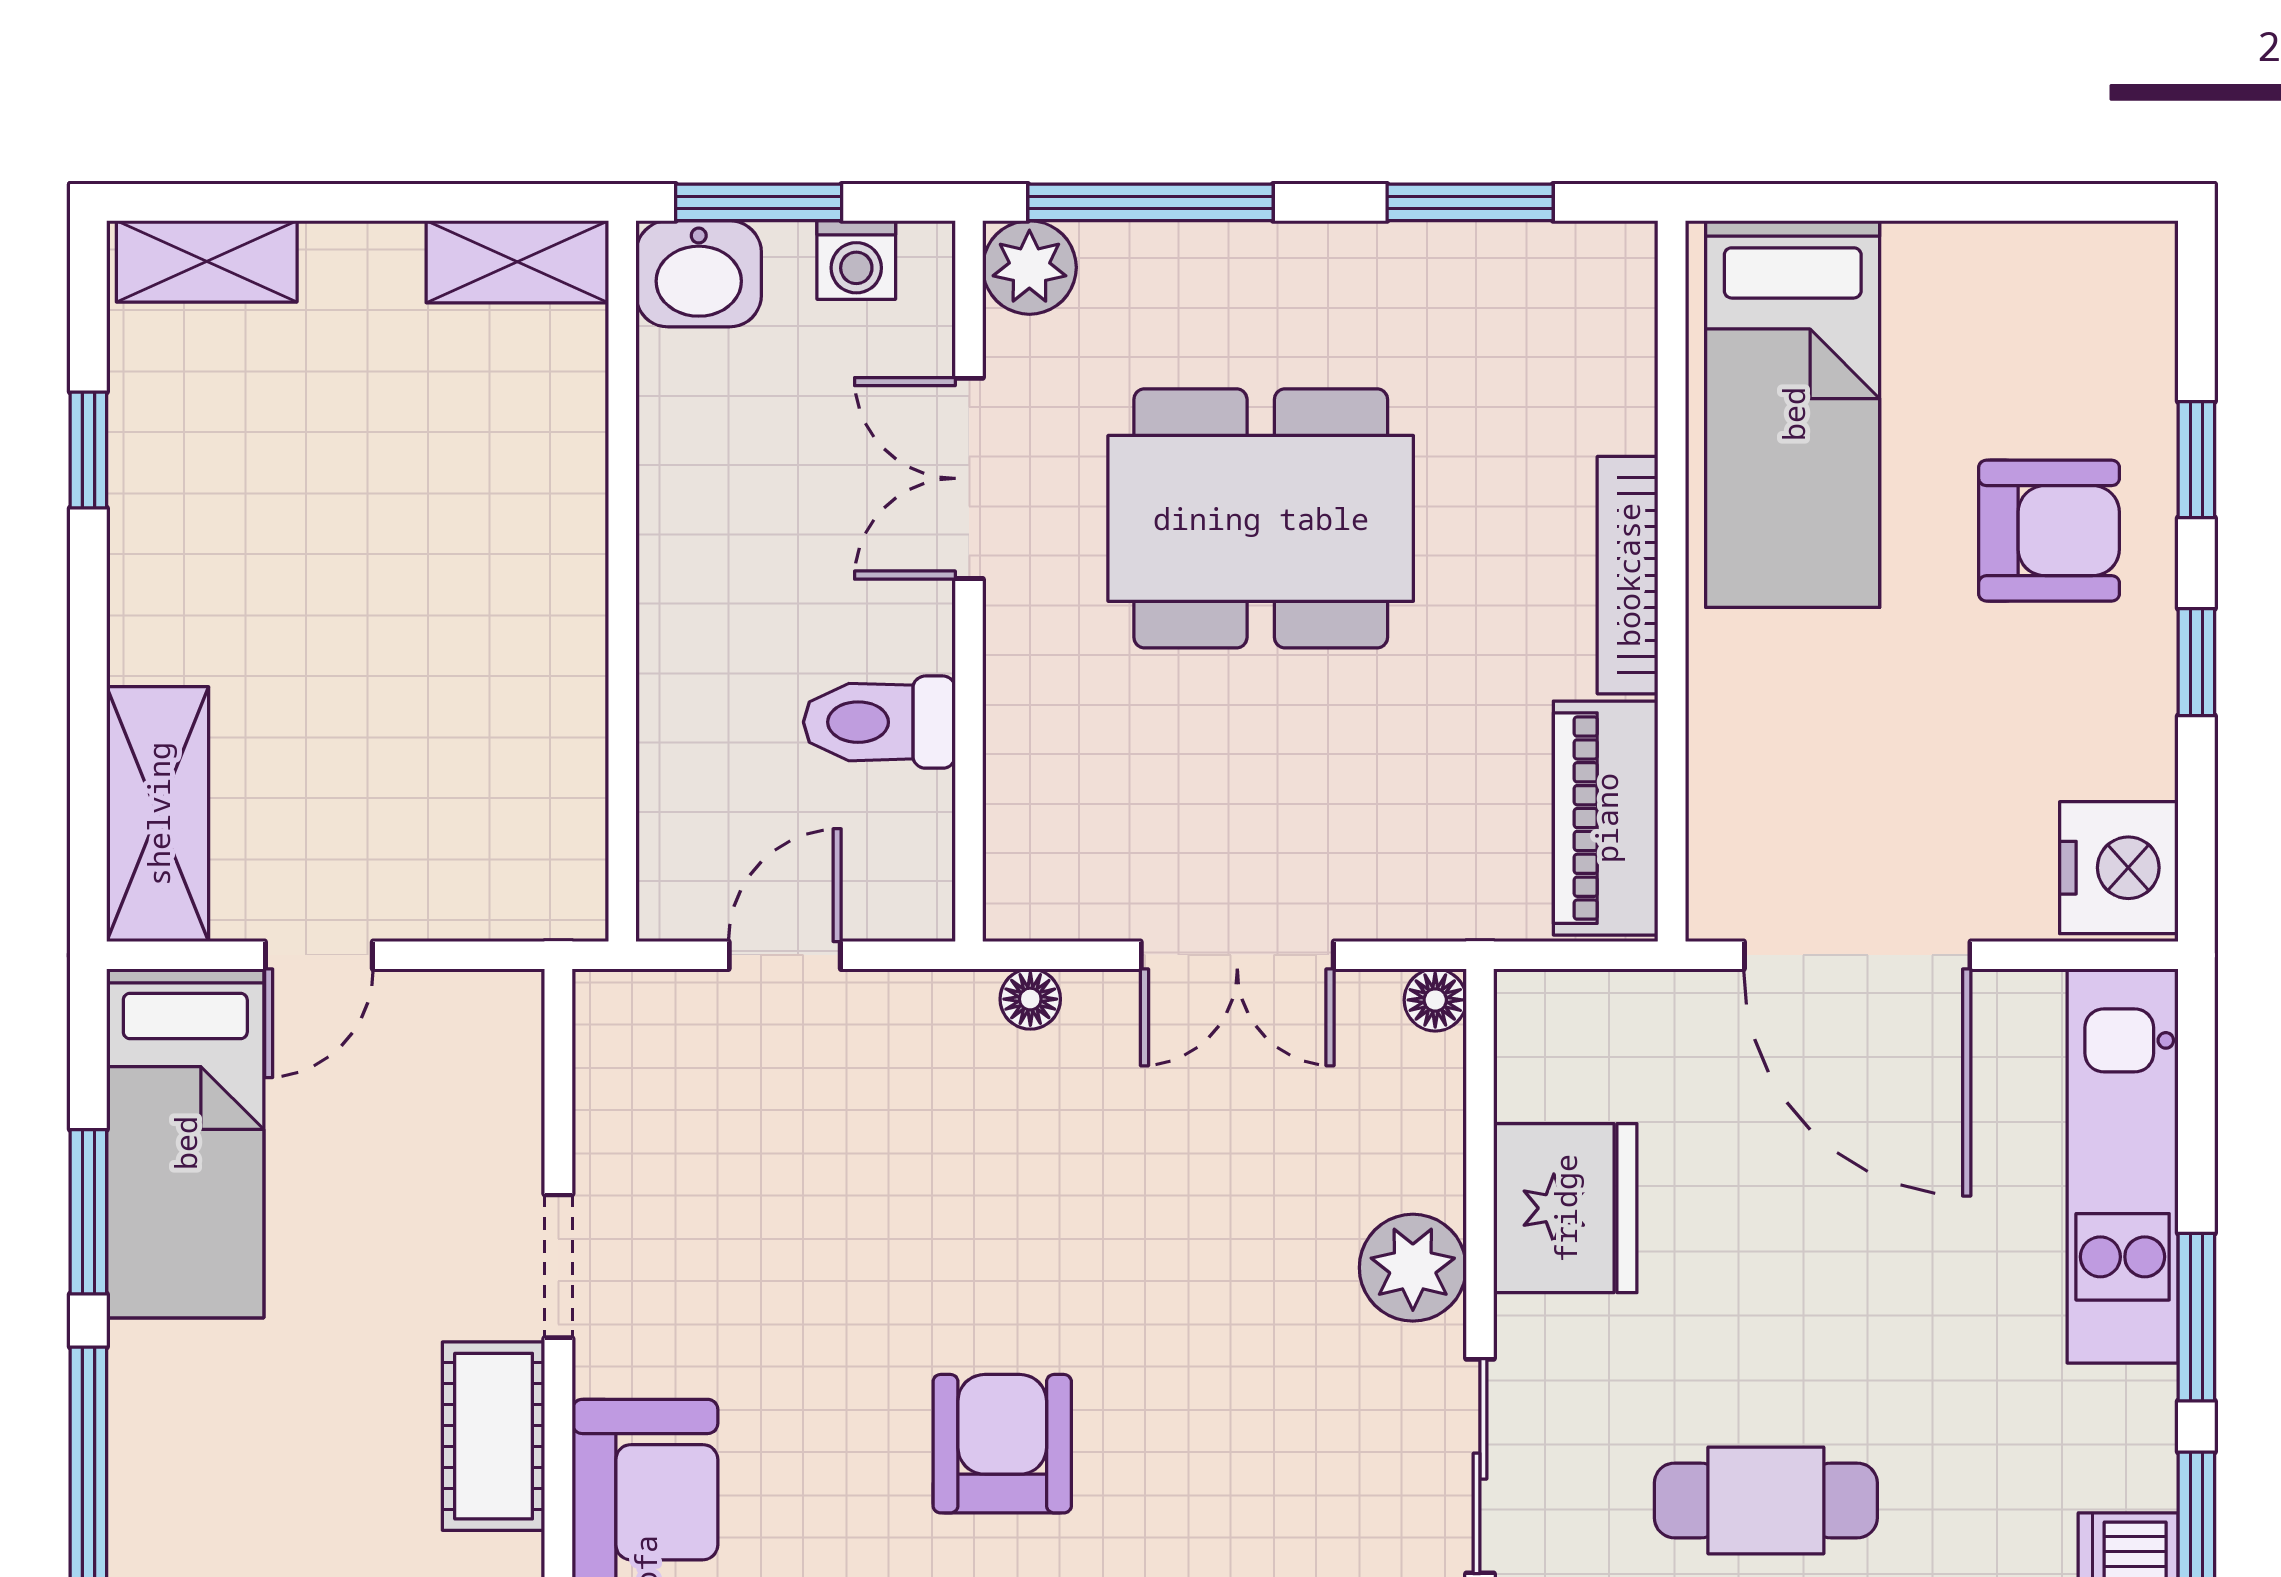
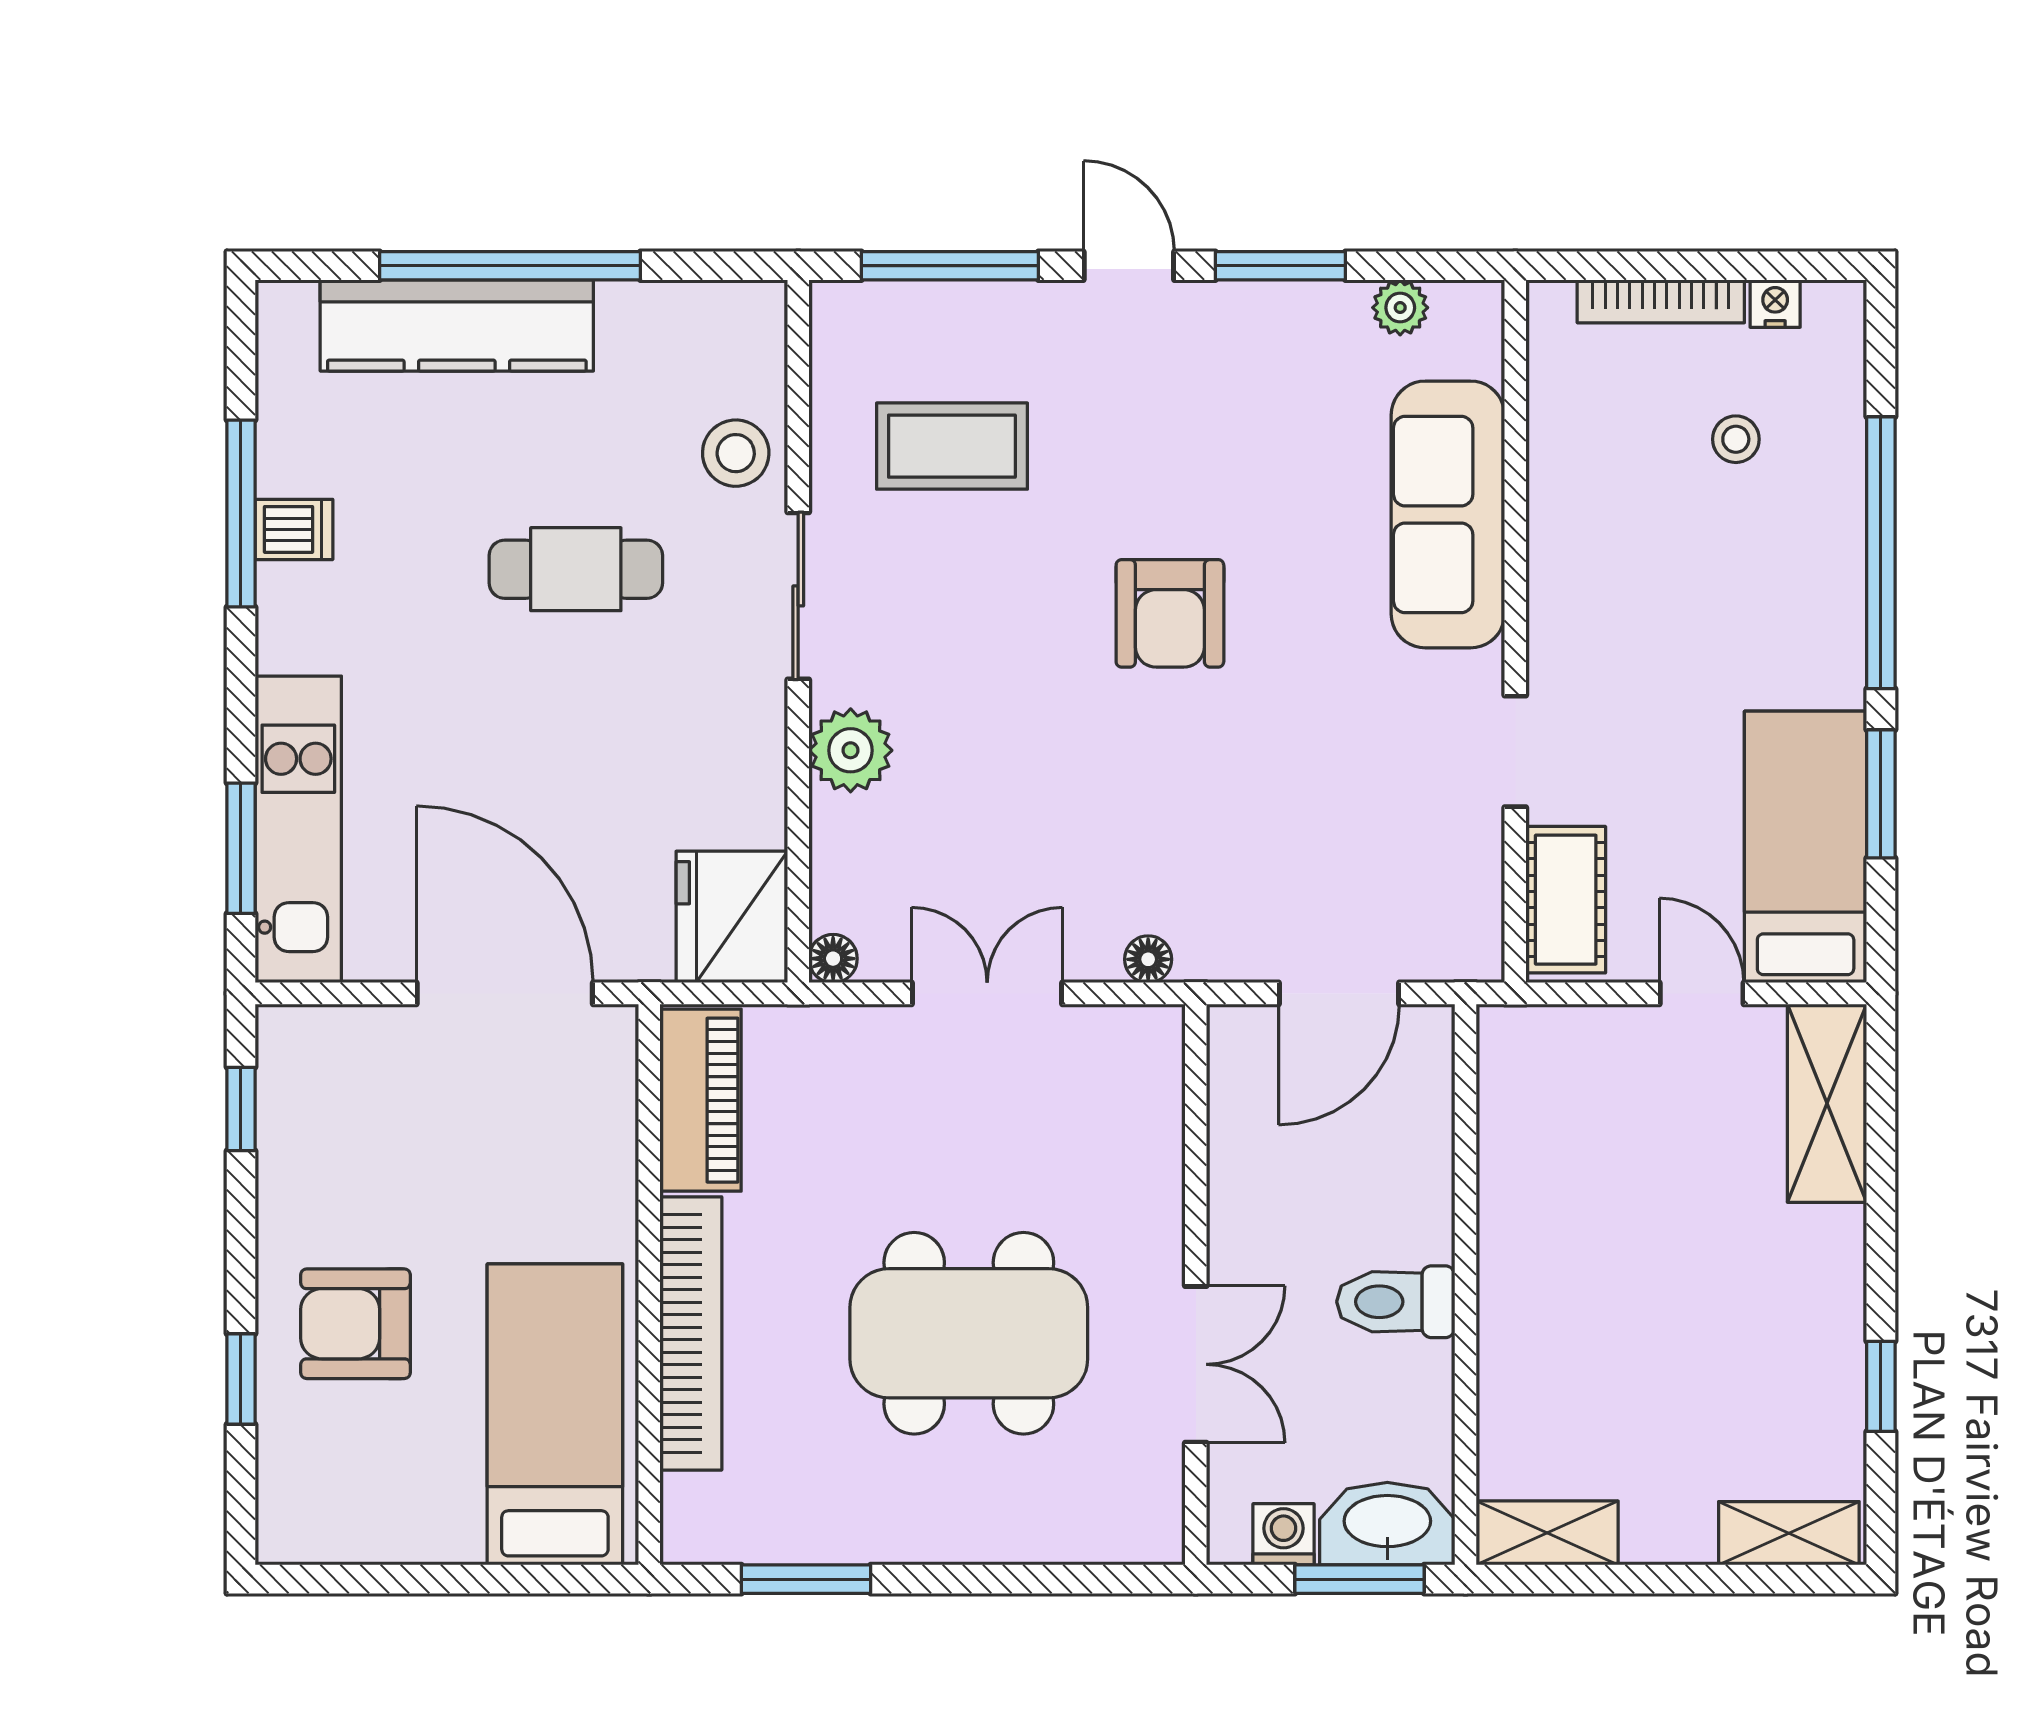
window: (1150, 202) -> (1055, 1579), removed
plant: (1029, 267) -> (1149, 1528), removed
washbasin: (699, 274) -> (1387, 1524), width x1.38
bookcase: (1628, 575) -> (691, 1333), width x1.48, depth x1.31
window: (2196, 662) -> (241, 1109), moved
toilet: (879, 722) -> (1396, 1302), moved, turned 180
nightstand: (2119, 868) -> (301, 1061), removed
door: (319, 955) -> (1702, 993), hinge flipped
door: (785, 955) -> (1339, 993), width x1.38
fridge: (1565, 1208) -> (732, 917), moved
window: (2196, 1317) -> (241, 848), moved
cot: (494, 1436) -> (1566, 900), moved

